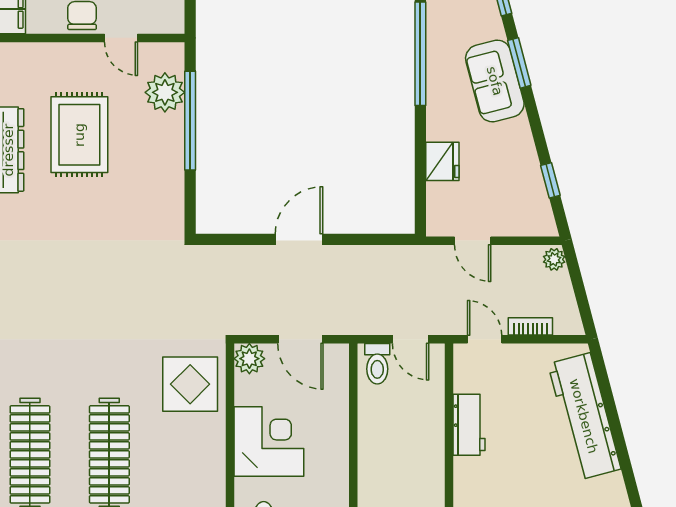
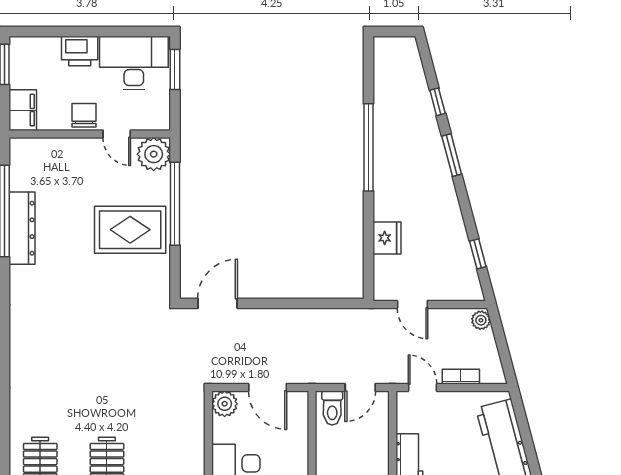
sofa: (495, 81) -> (431, 170), removed
plant: (165, 92) -> (154, 154), moved
rug: (79, 135) -> (130, 230), moved, turned 90
door: (299, 239) -> (218, 303), moved
door: (411, 339) -> (360, 387), hinge flipped
display table: (190, 384) -> (175, 425), removed

